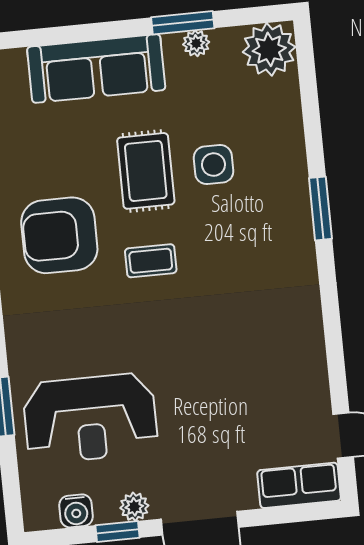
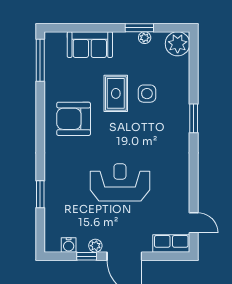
sofa: (96, 68) -> (90, 45), width x0.73
coffee table: (151, 261) -> (114, 135), removed
reception desk: (90, 418) -> (120, 182), moved, turned 180

